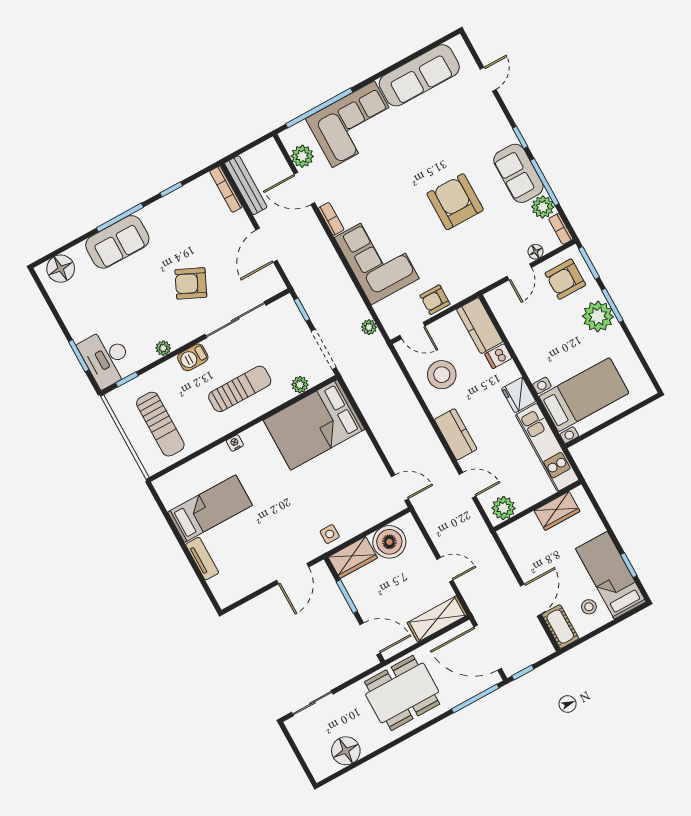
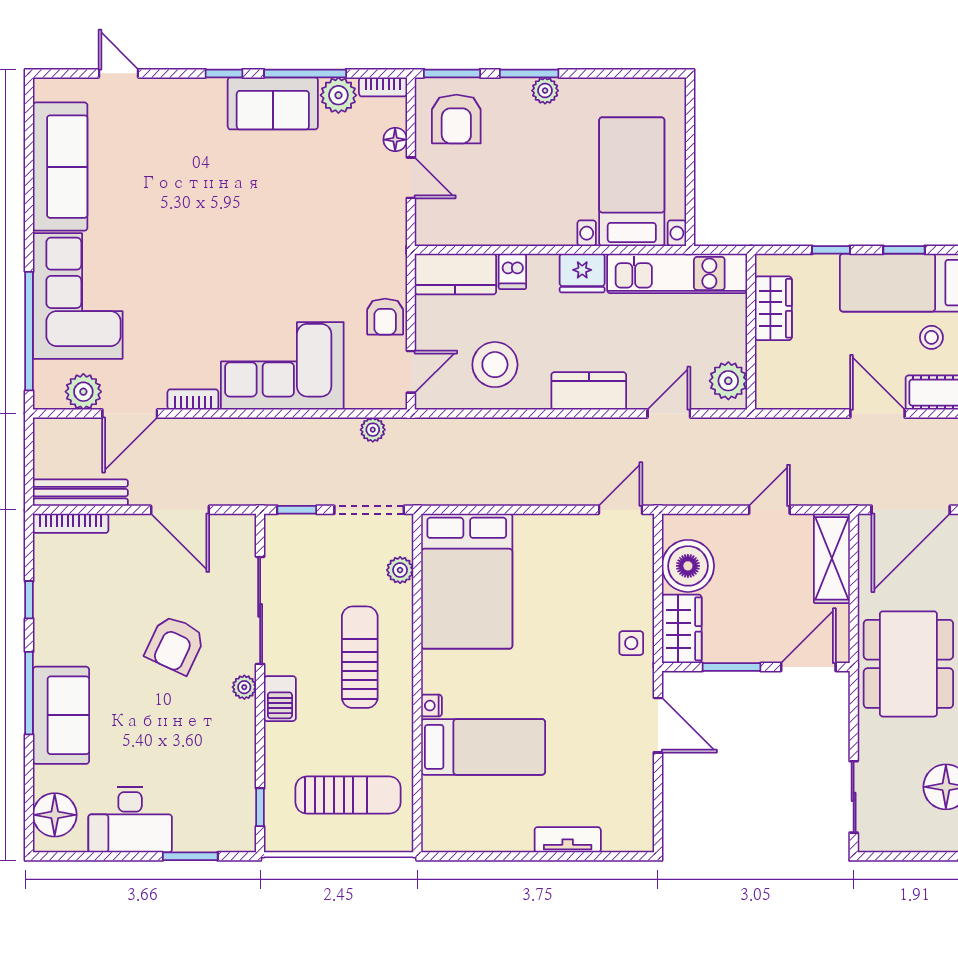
armchair: (455, 202) -> (264, 214), removed
plant: (598, 316) -> (545, 91), width x0.53, depth x0.53
plant: (163, 348) -> (244, 687), moved
desk: (106, 358) -> (130, 820), moved
bed: (210, 509) -> (483, 747), moved, turned 90
window: (607, 525) -> (831, 250), added

